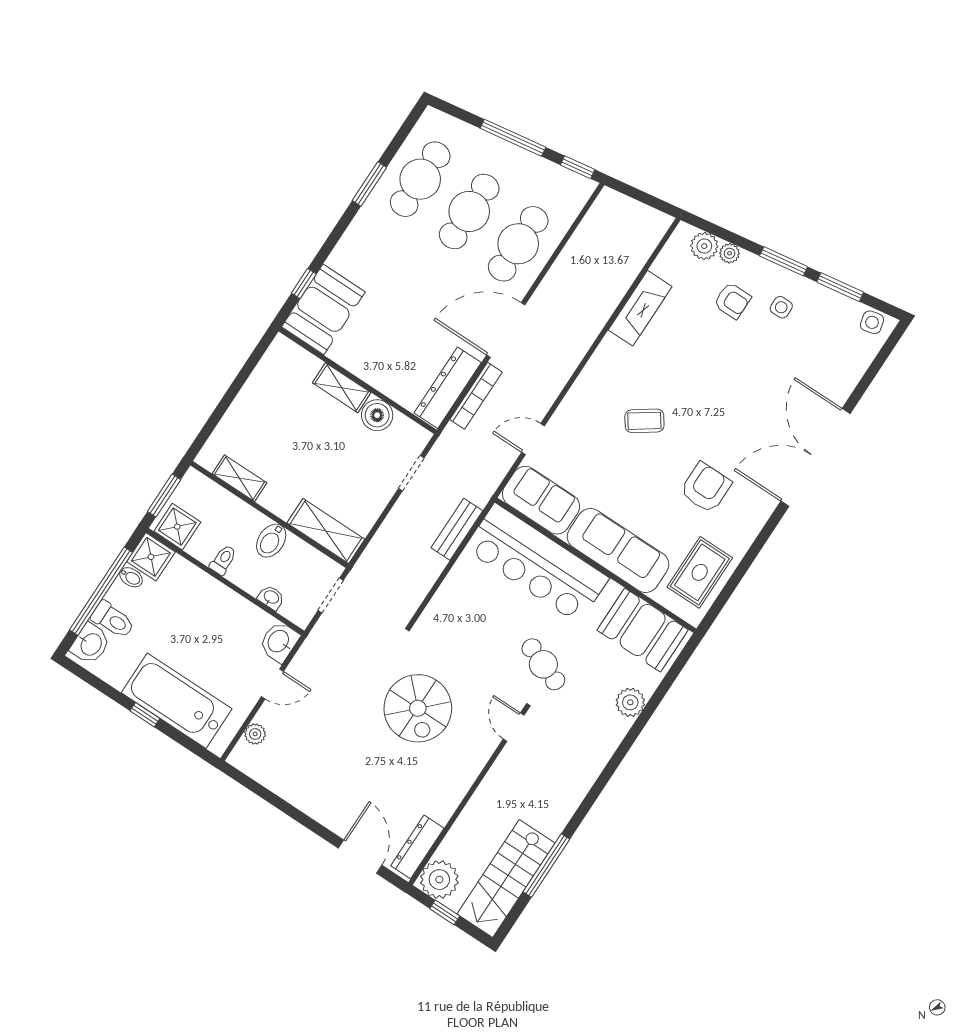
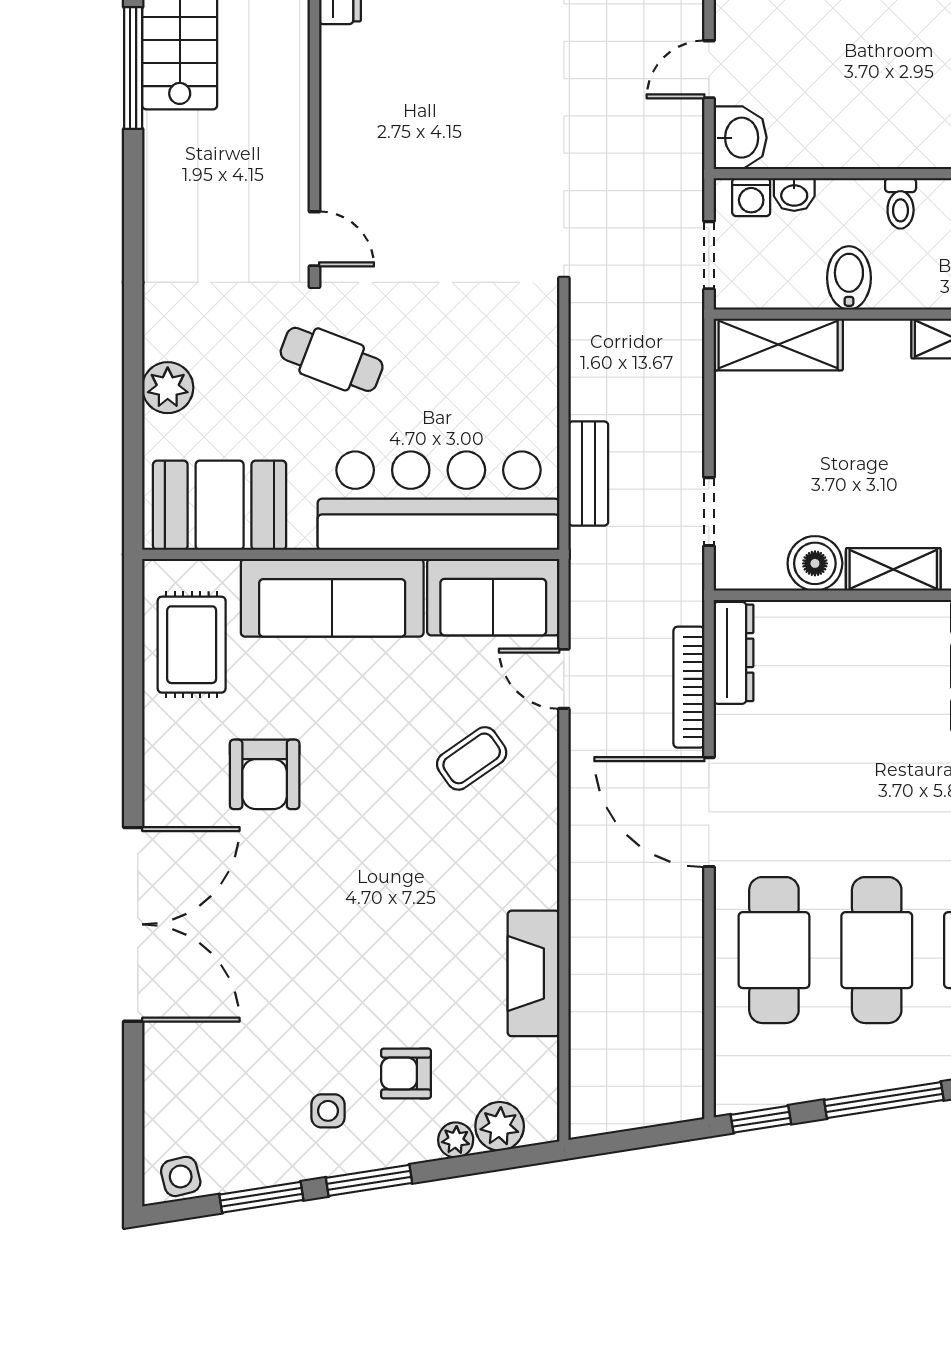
door: (506, 330) -> (709, 812), swing flipped
dresser: (448, 388) -> (733, 653), width x0.73, depth x0.80
coffee table: (644, 421) -> (472, 758), moved
door: (533, 439) -> (564, 679), swing flipped
washing machine: (292, 610) -> (751, 197), added
spiral stairs: (418, 708) -> (473, 174), removed

